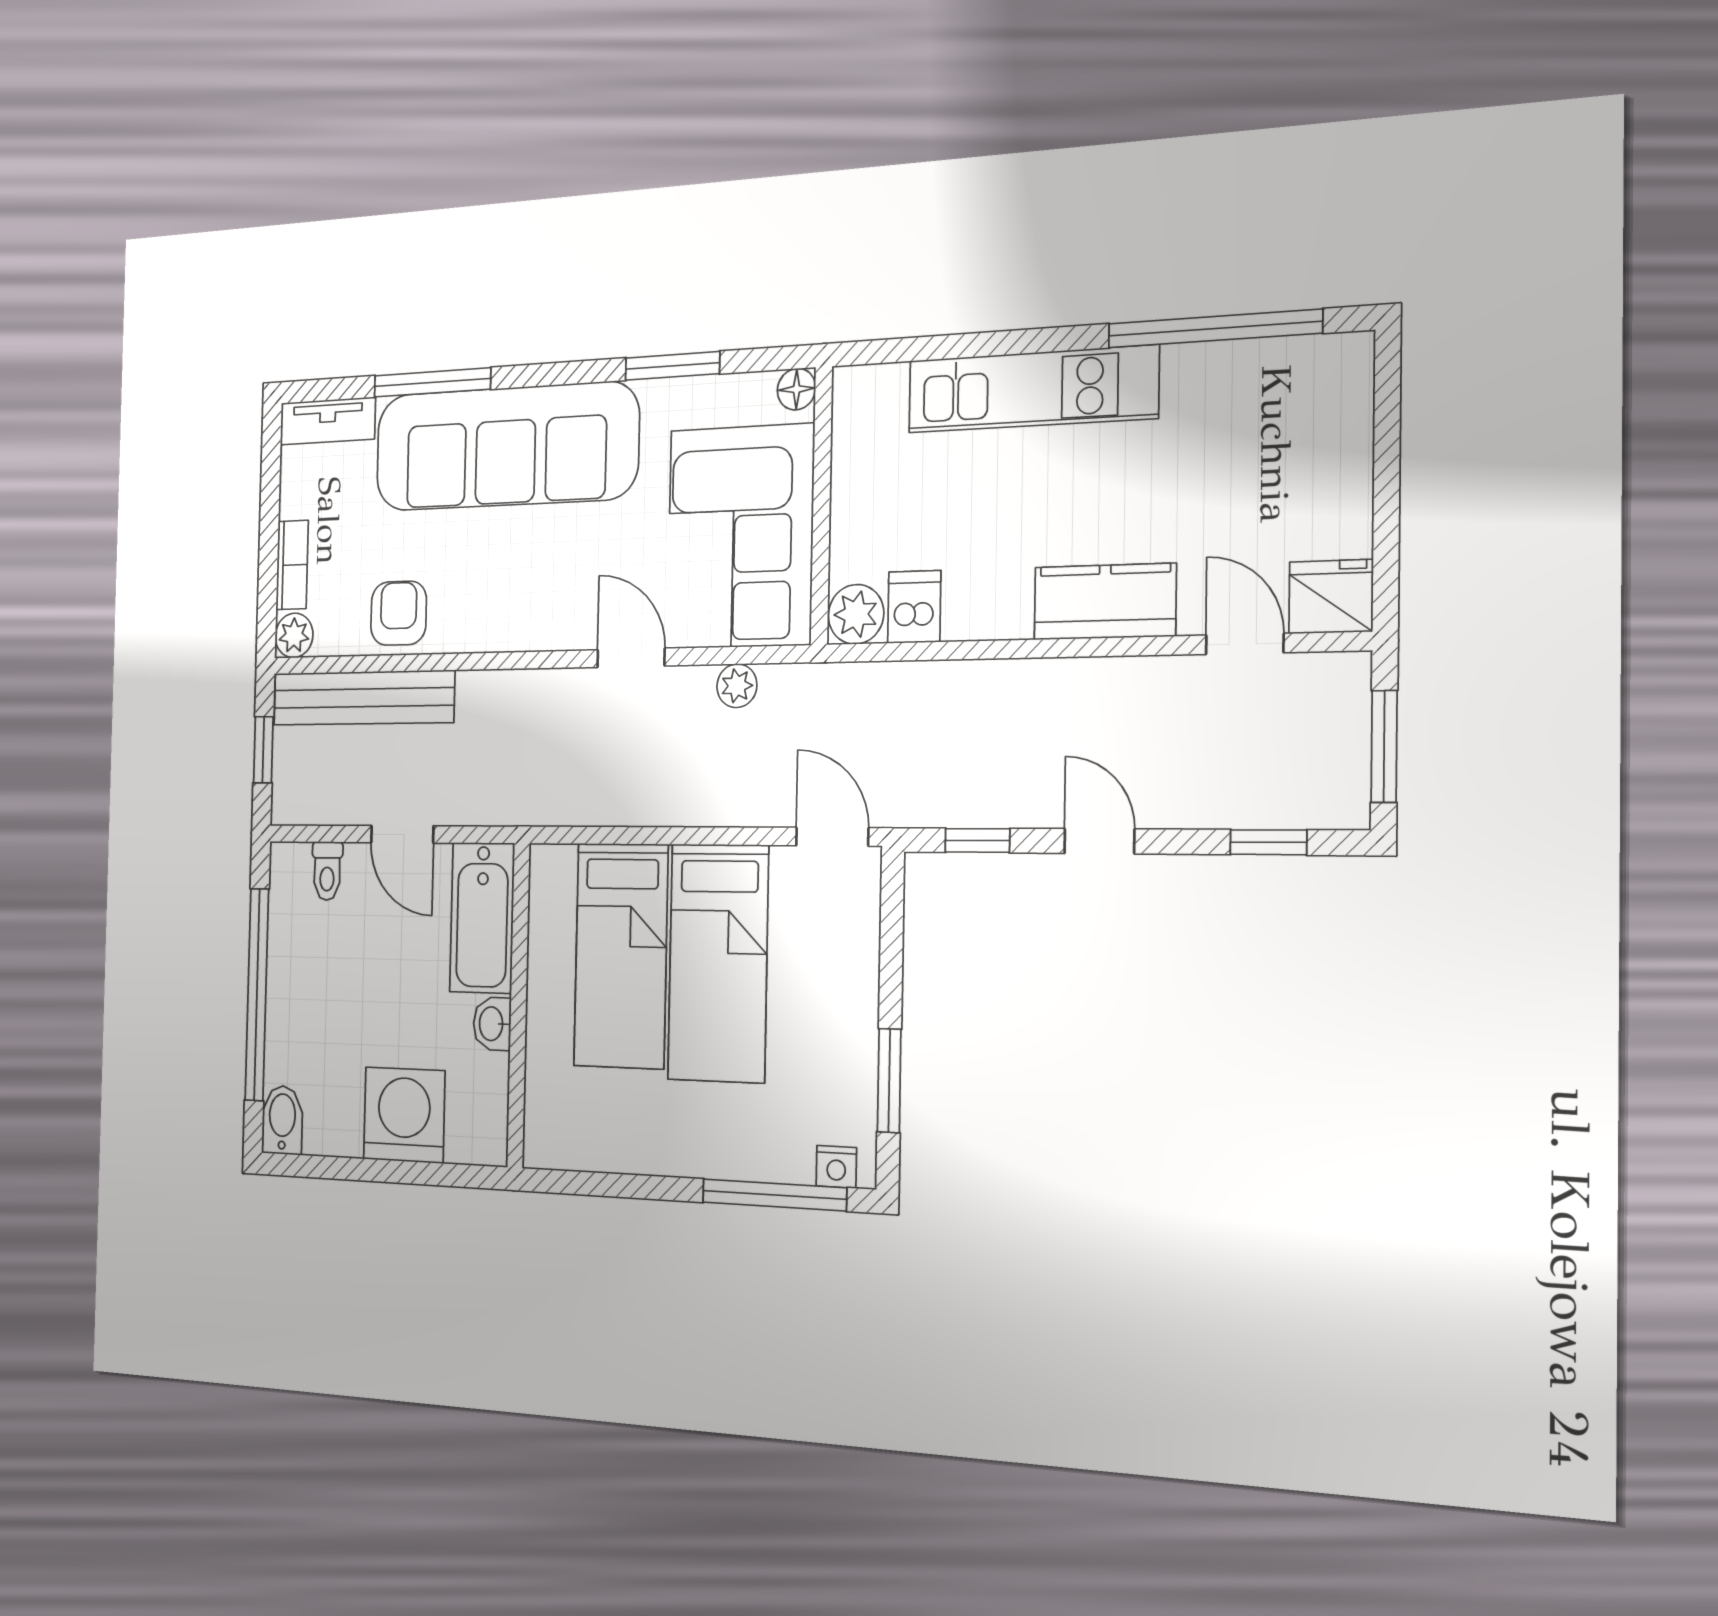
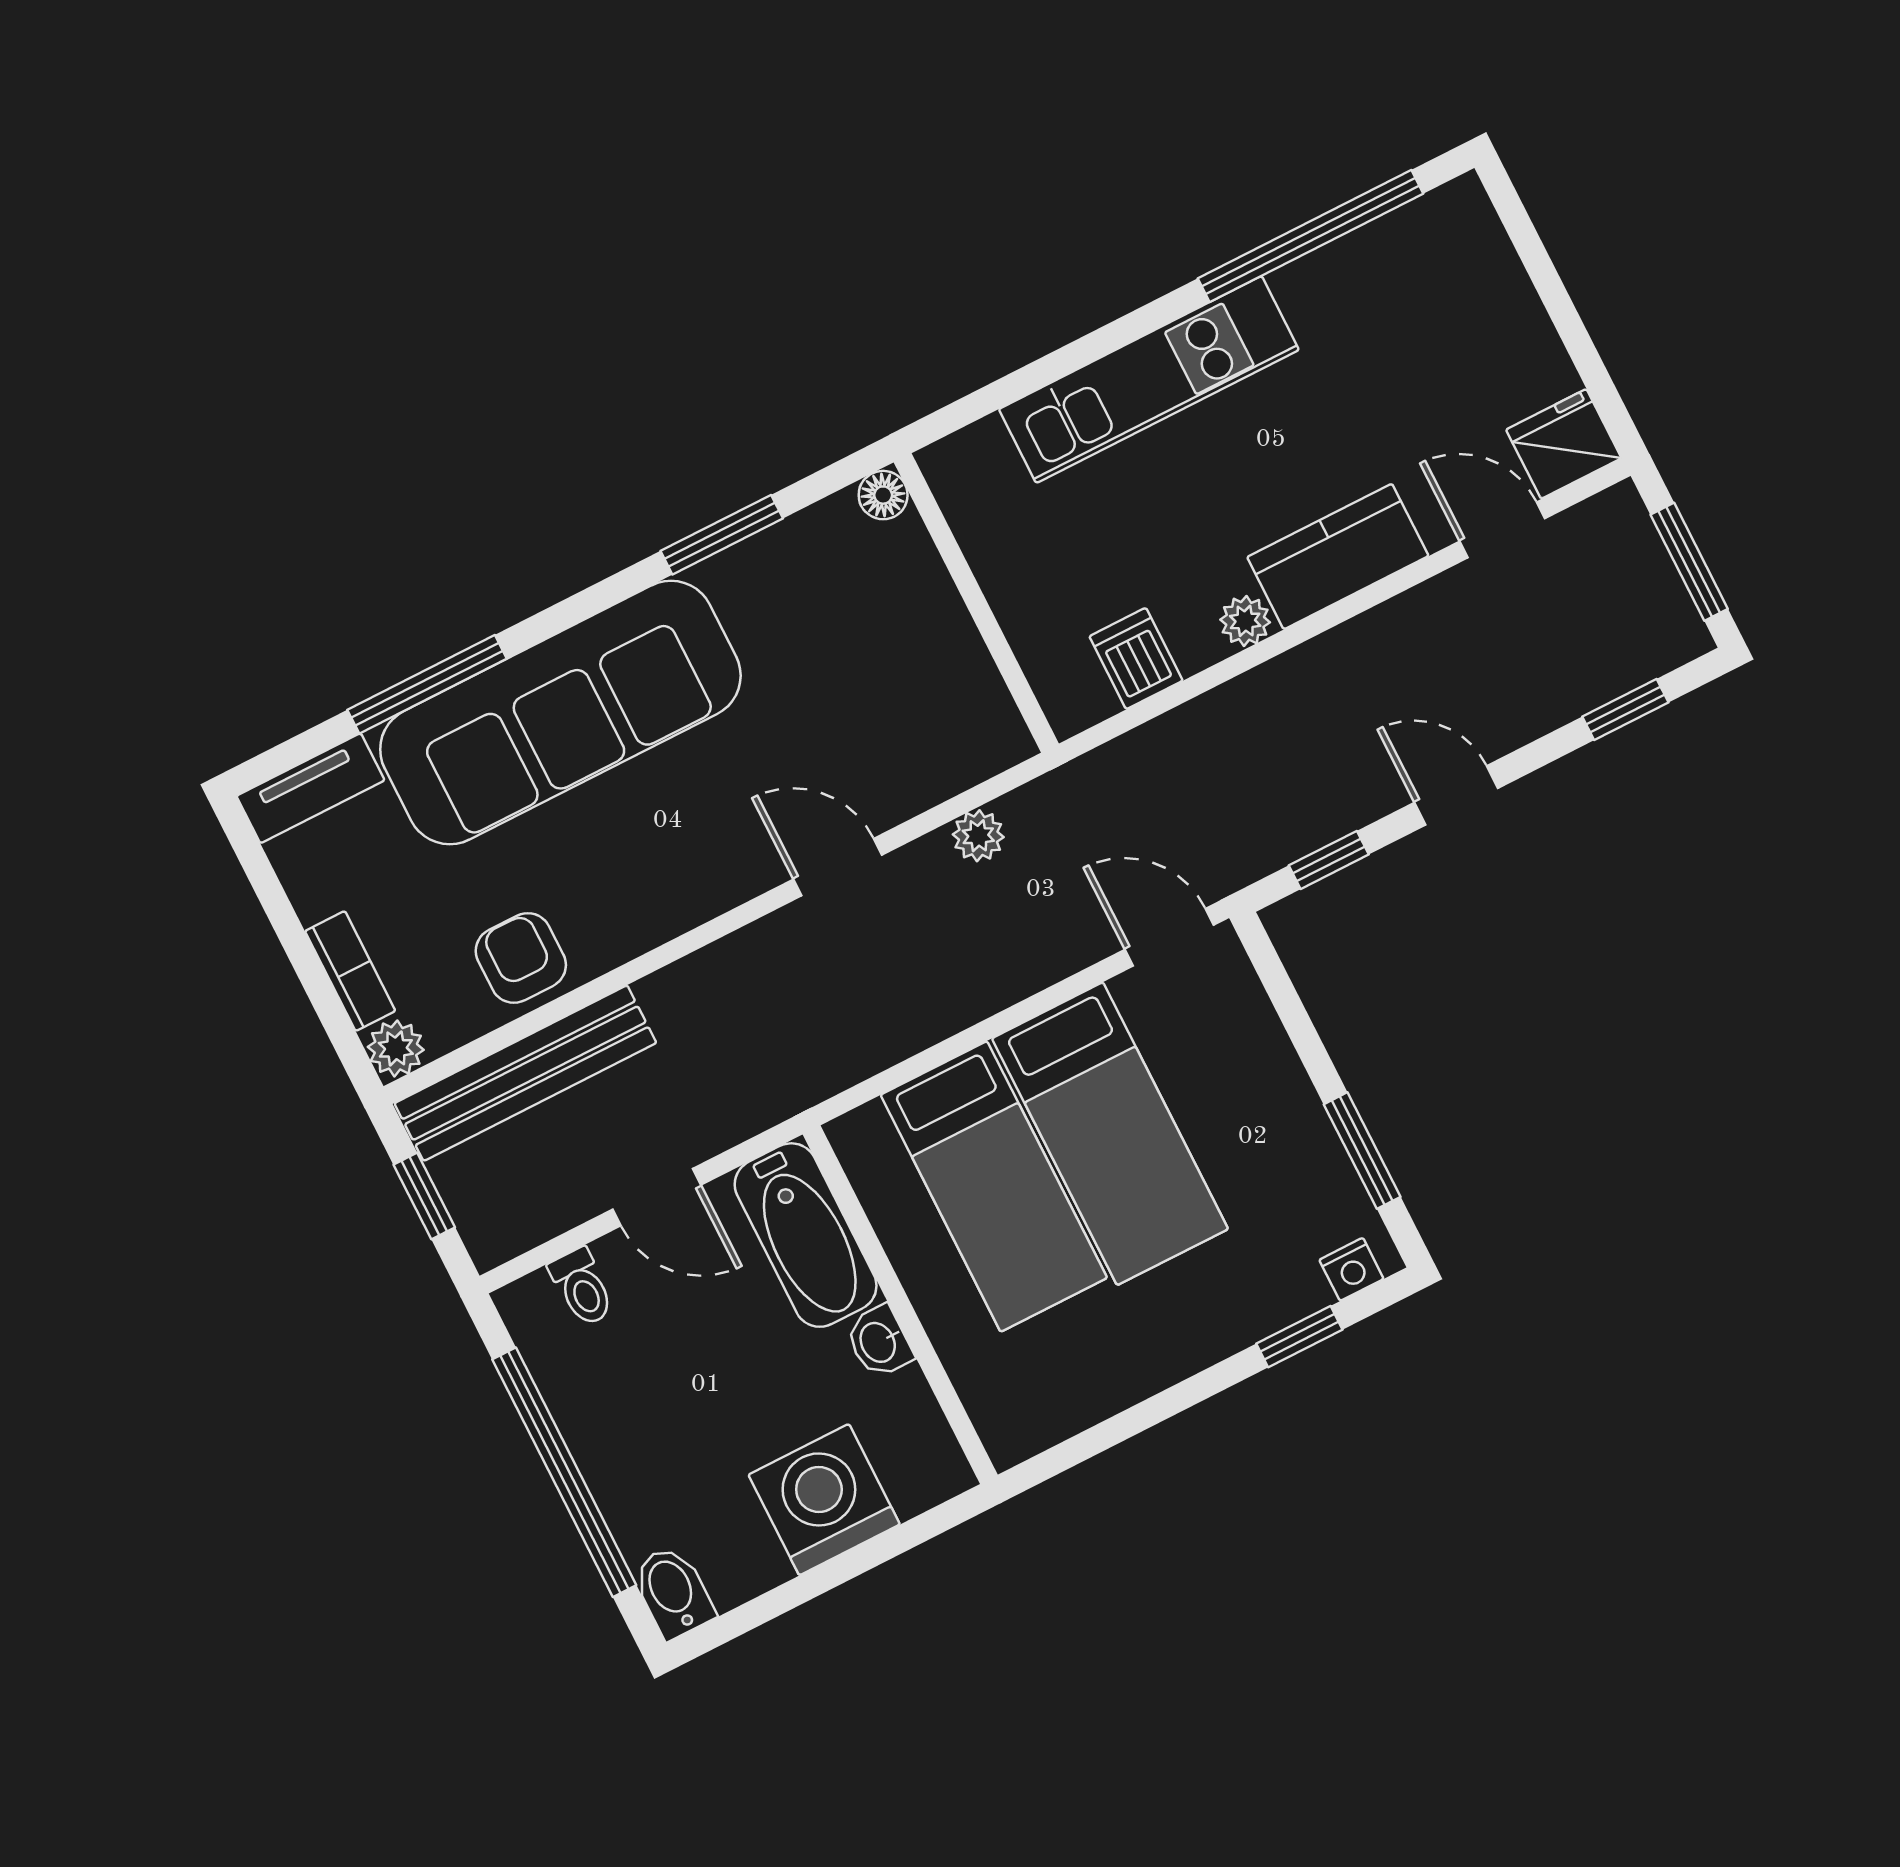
corner sofa: (740, 537) -> (899, 679), removed
plant: (856, 614) -> (1245, 621), moved, width x0.73, depth x0.73
window: (774, 1195) -> (1299, 1337), width x0.46

